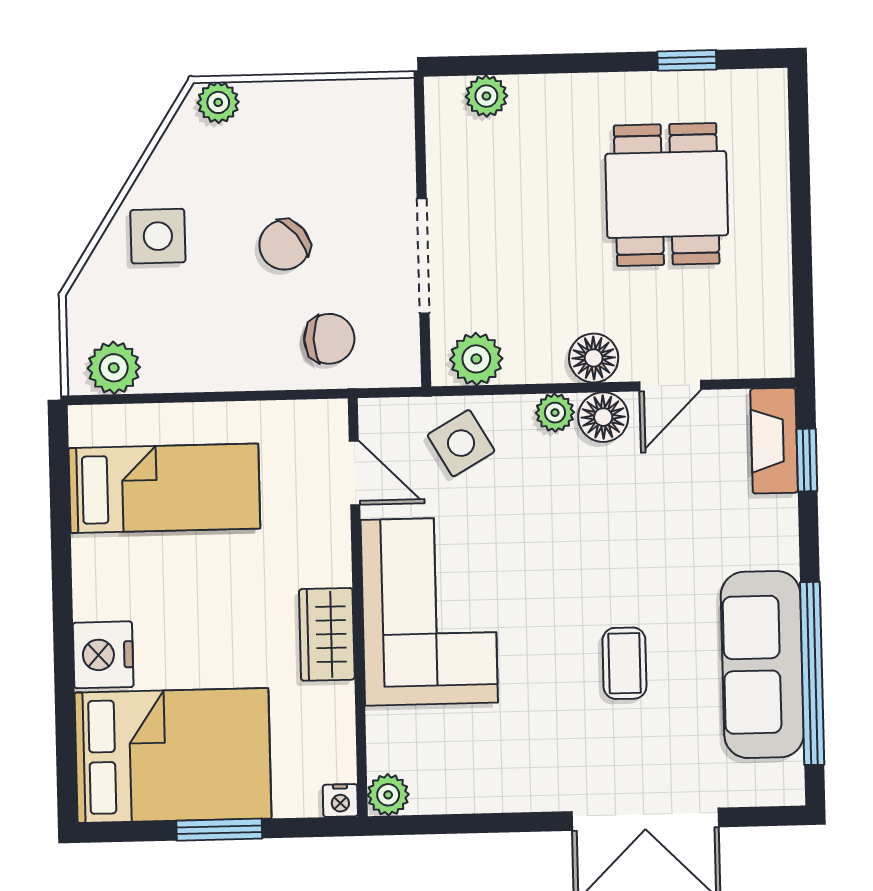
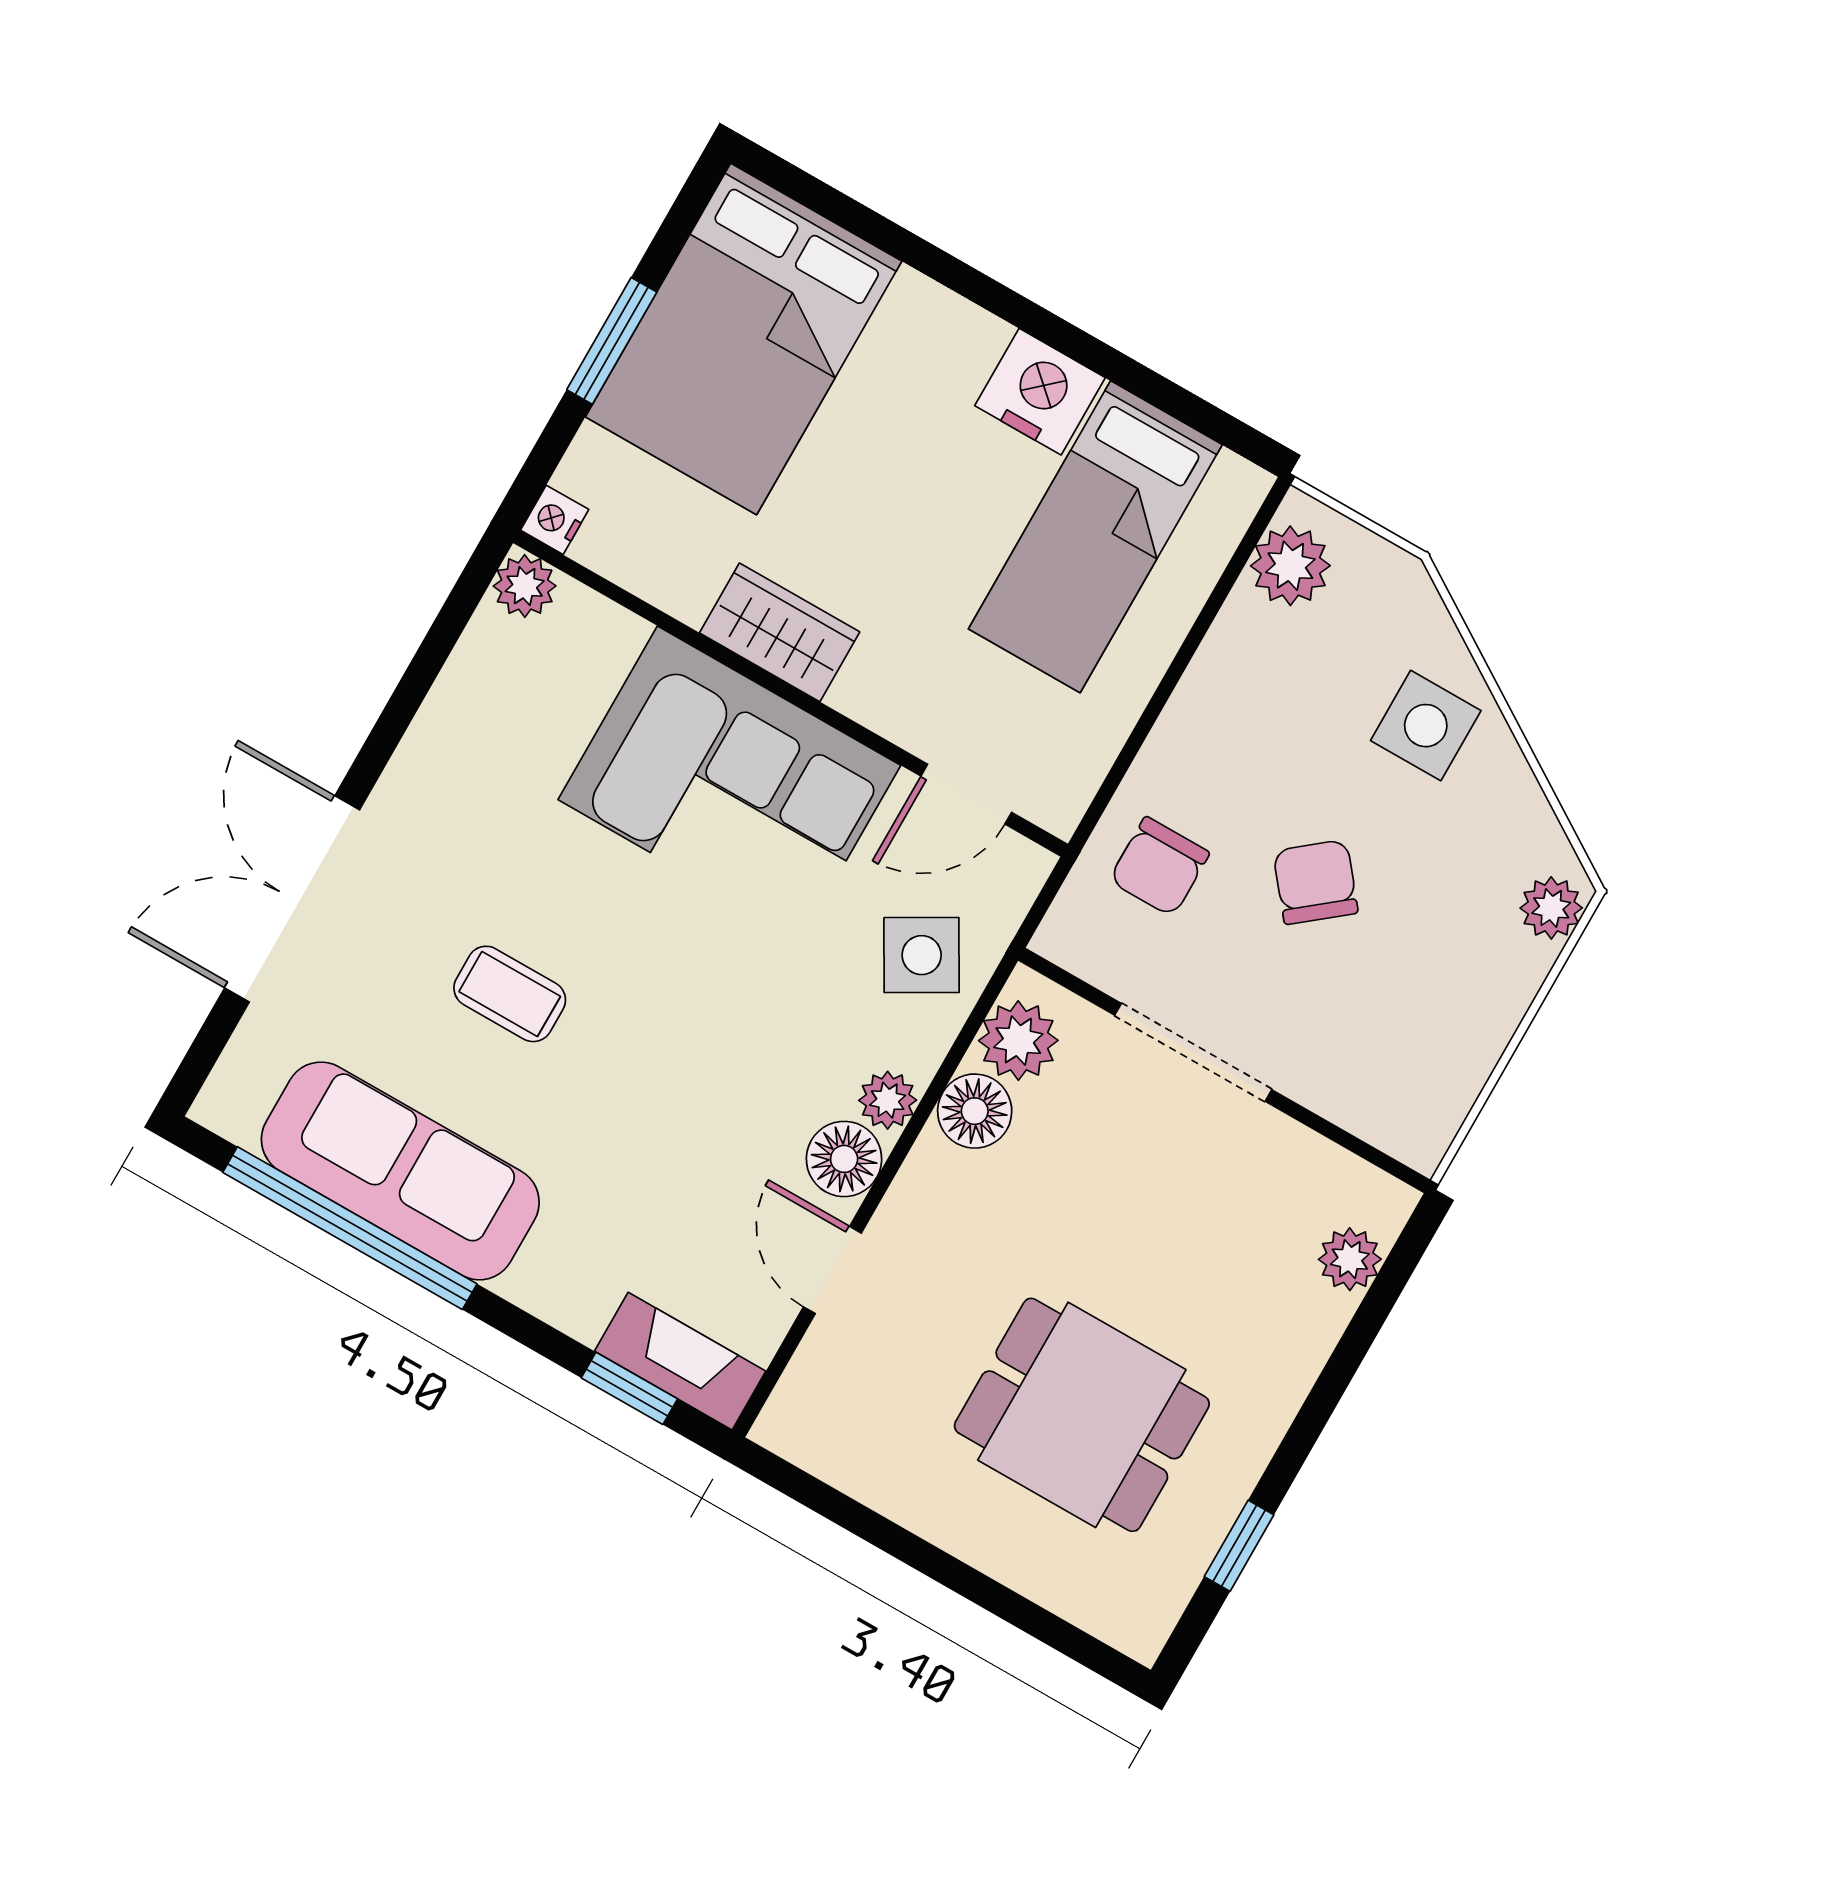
floor lamp: (594, 358) -> (975, 1111), moved
nightstand: (103, 655) -> (1040, 392), moved

